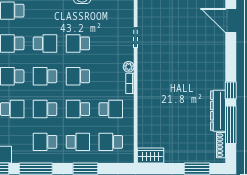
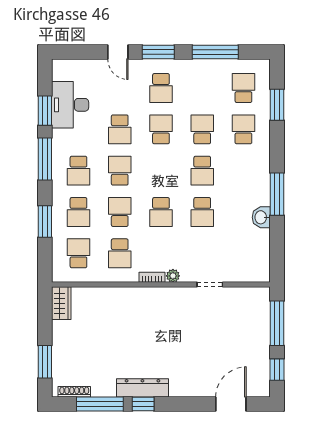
school desk: (78, 43) -> (202, 212), turned 180
school desk: (45, 76) -> (161, 171), removed
school desk: (78, 76) -> (161, 212), turned 180
dresser: (218, 111) -> (142, 388), moved
school desk: (45, 142) -> (78, 171), turned 180

